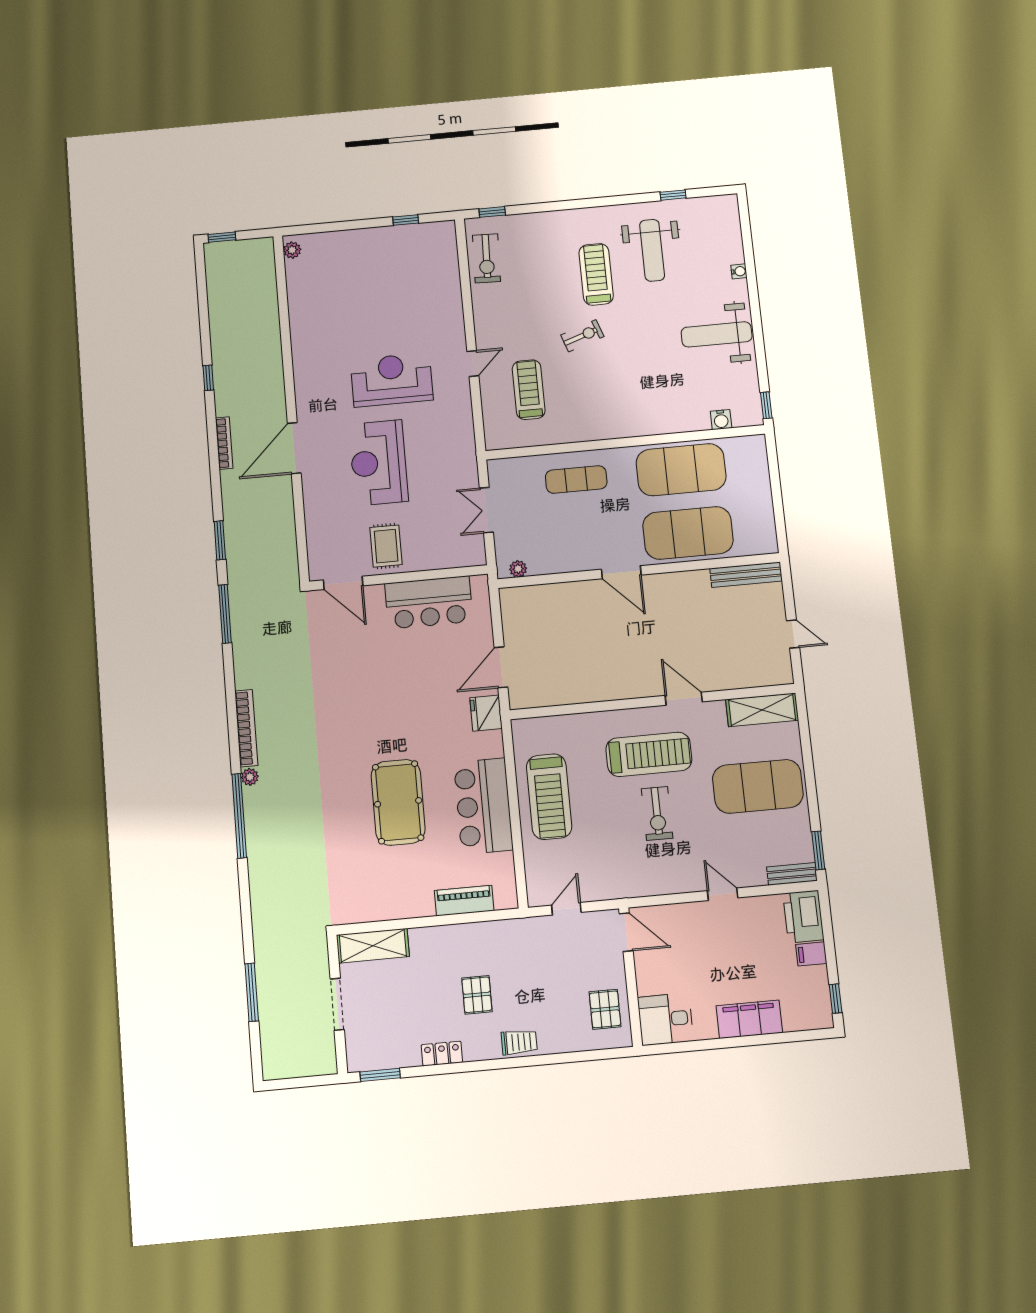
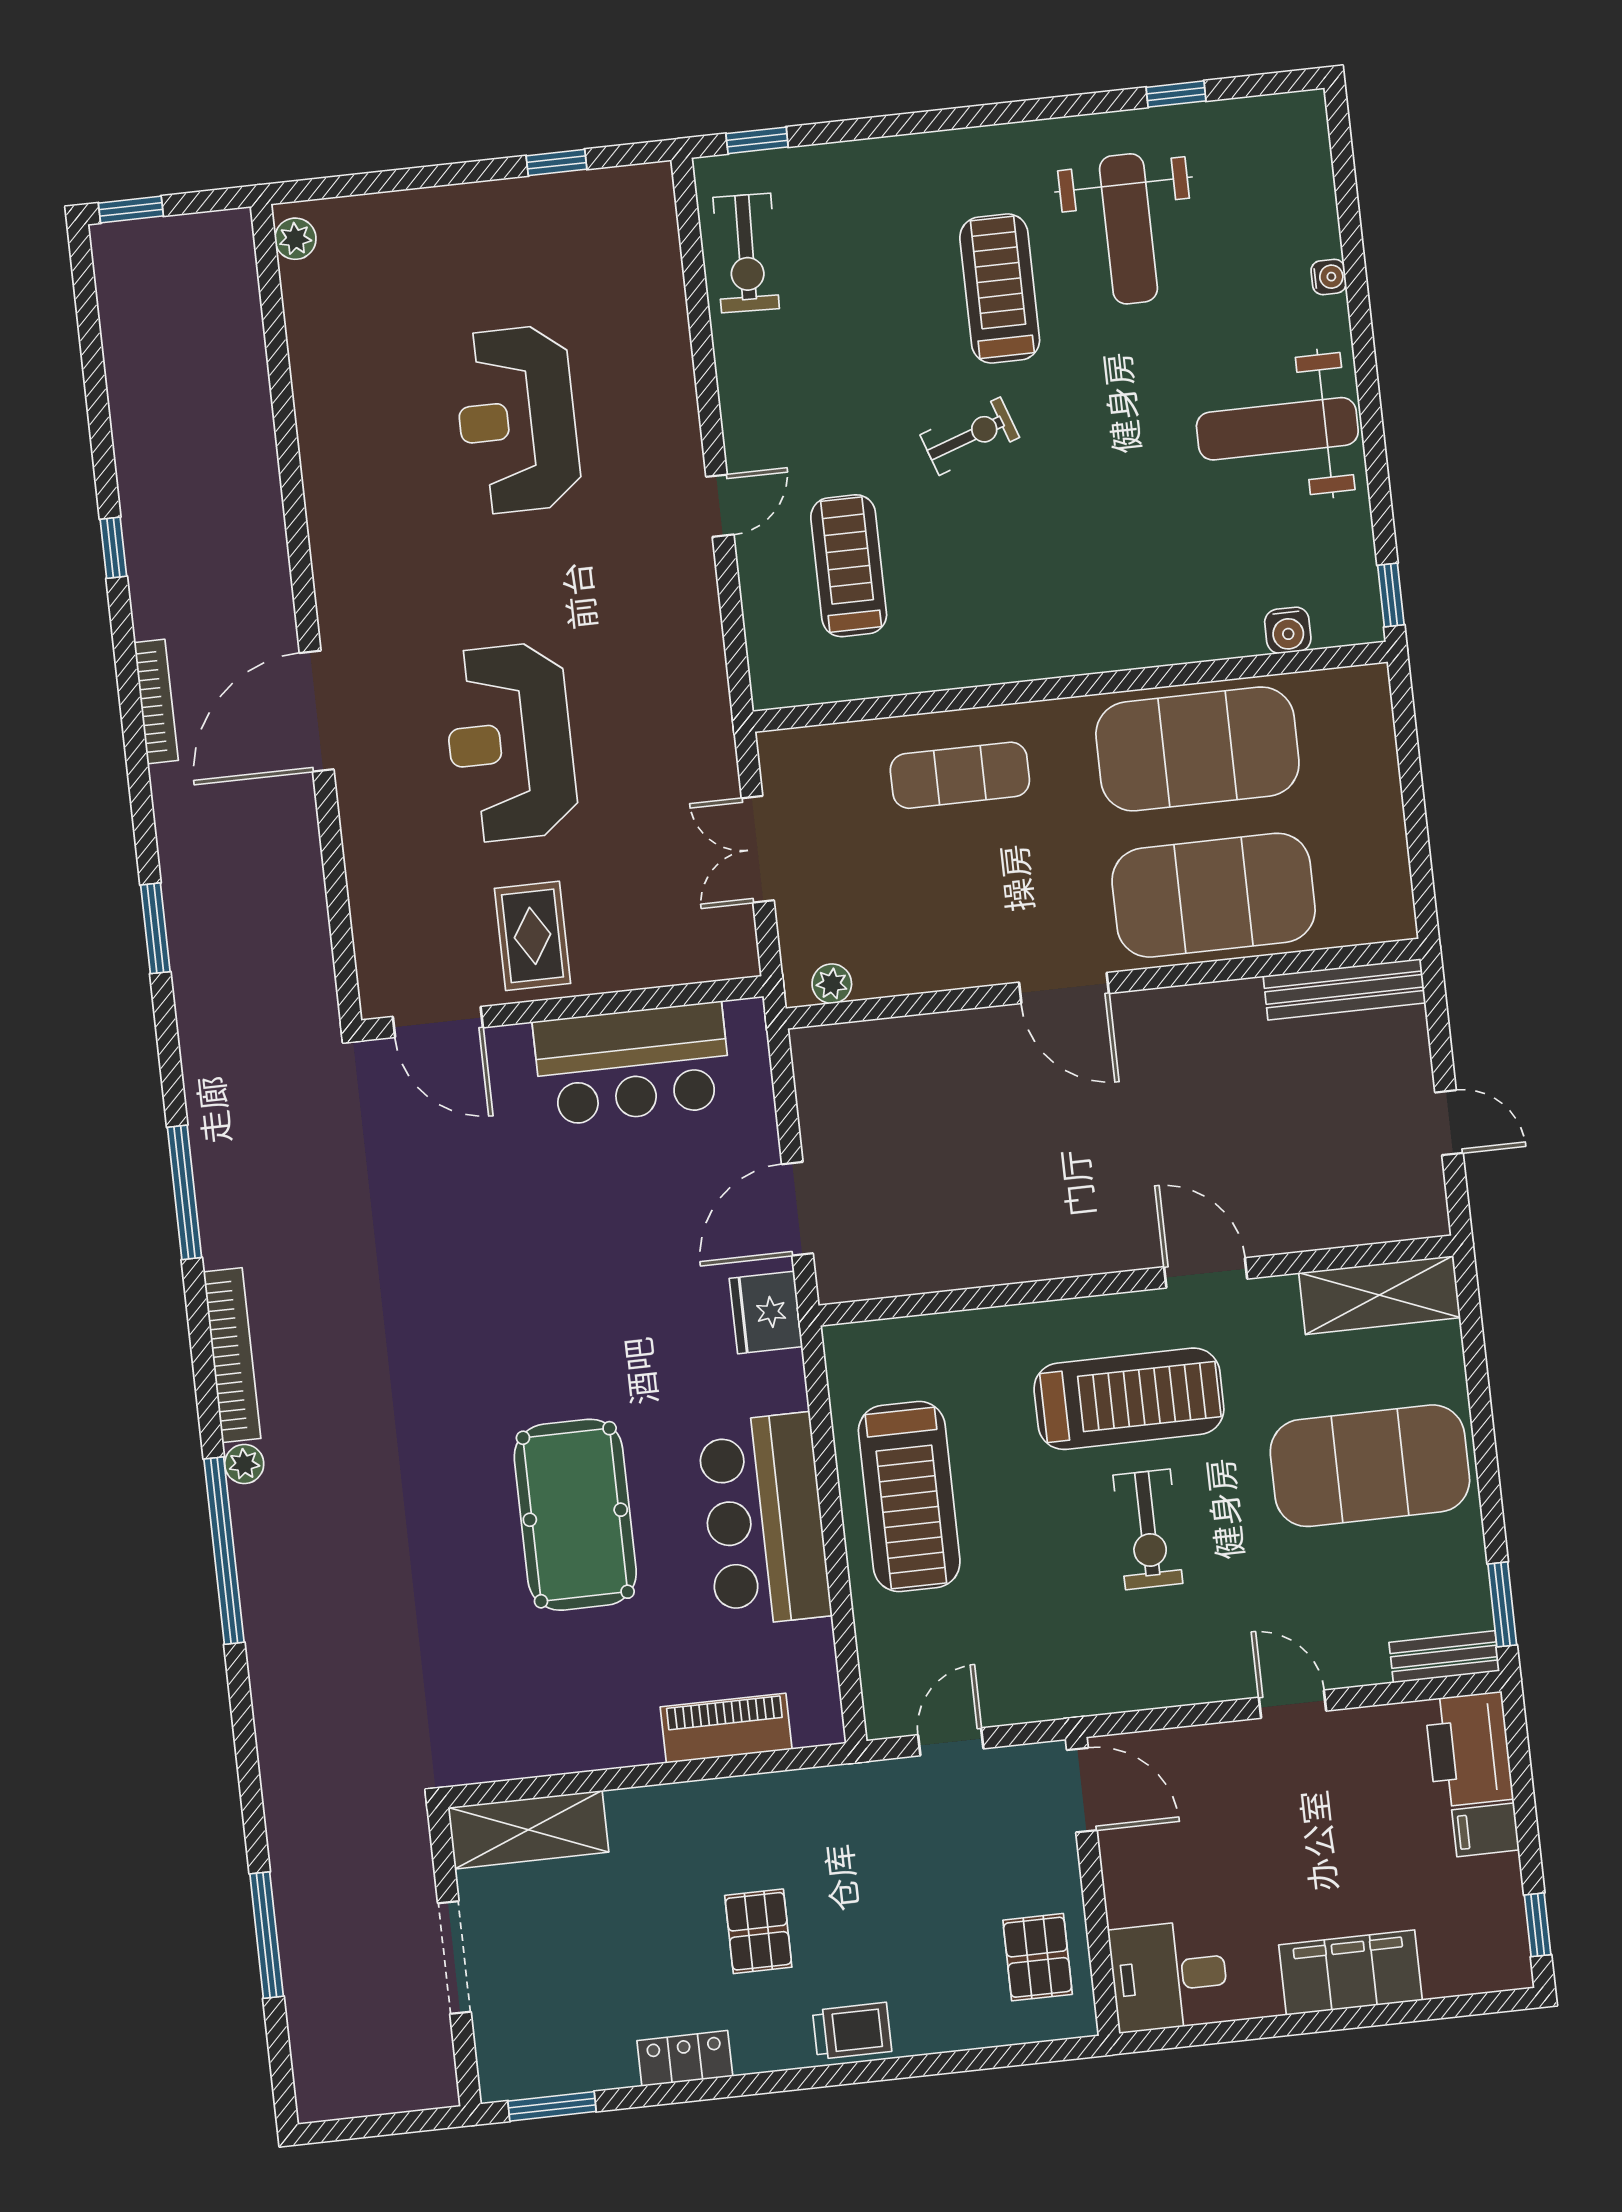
reception desk: (392, 380) -> (517, 420), moved, turned -90
window: (225, 614) -> (185, 1192), moved

